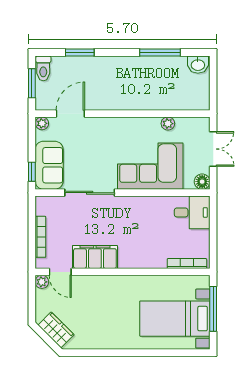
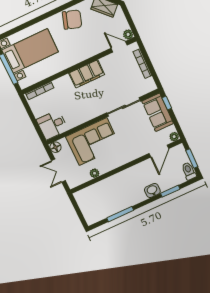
washbasin: (198, 65) -> (152, 190), moved
filing cabinet: (95, 257) -> (87, 74), moved
chair: (104, 333) -> (72, 20), added

